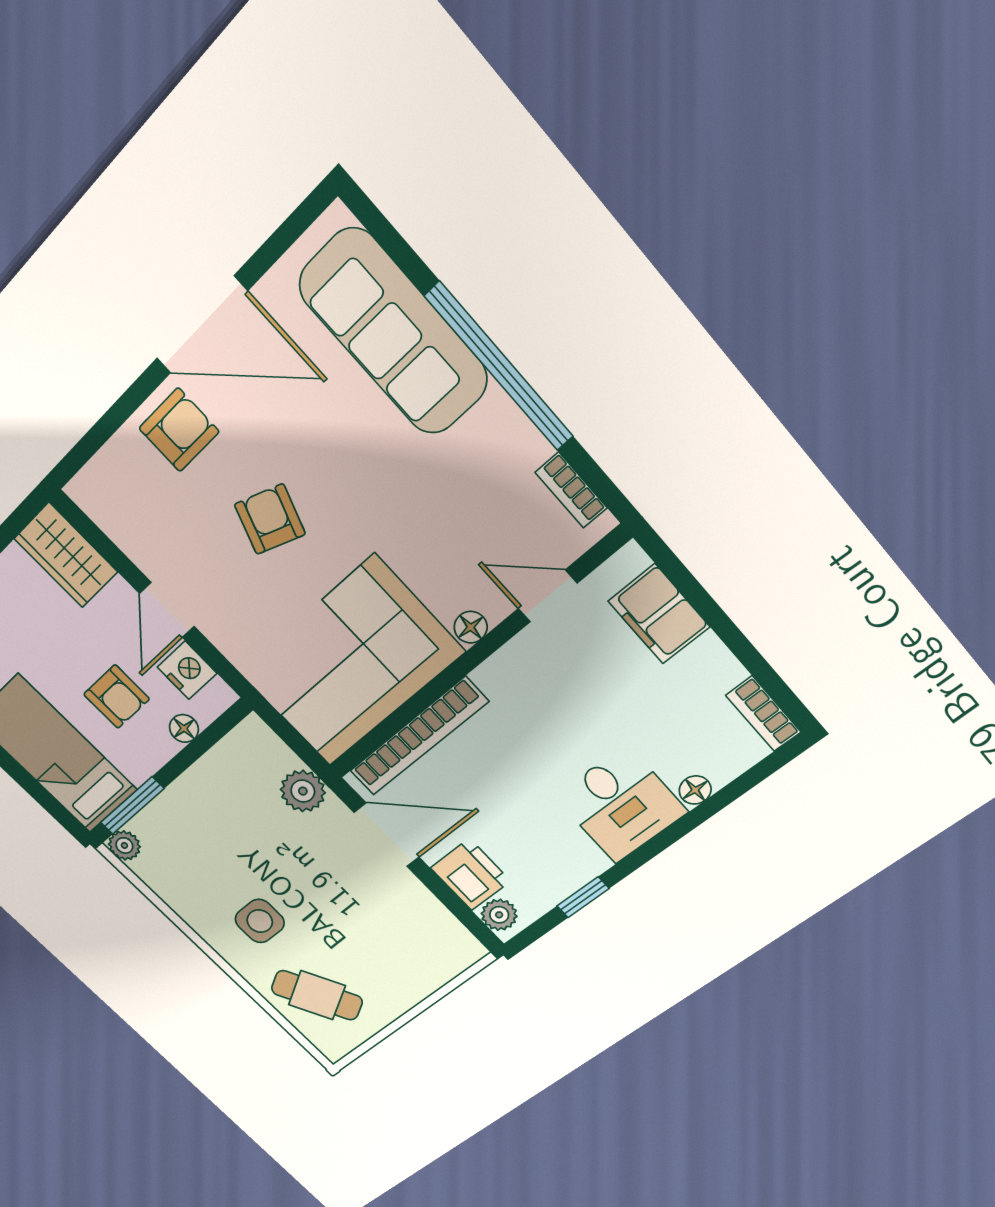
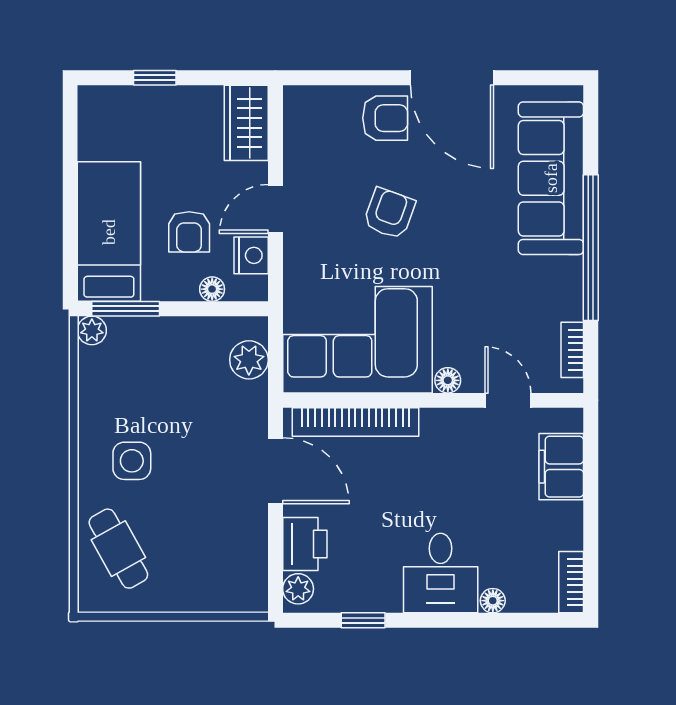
plant: (303, 791) -> (249, 360), moved

